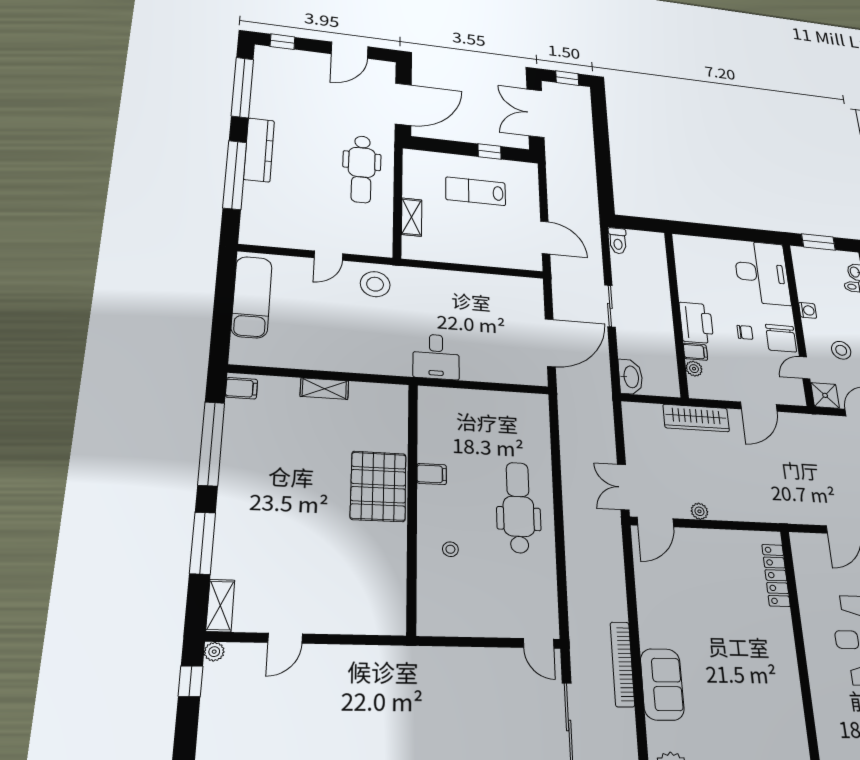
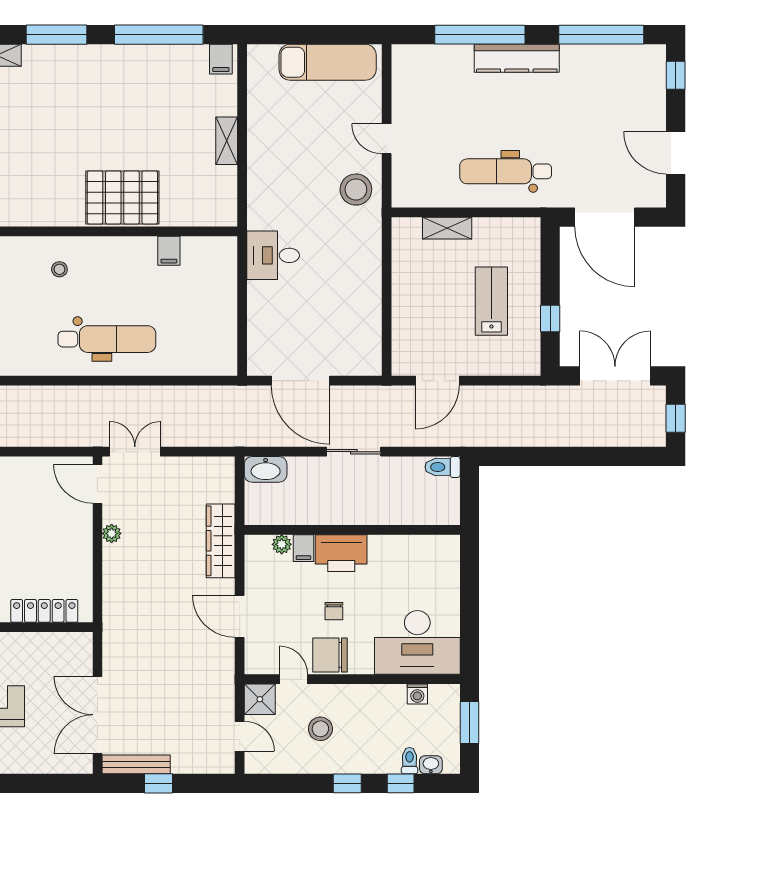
washing machine: (808, 310) -> (417, 694), moved
filing cabinet: (432, 474) -> (169, 251), moved

